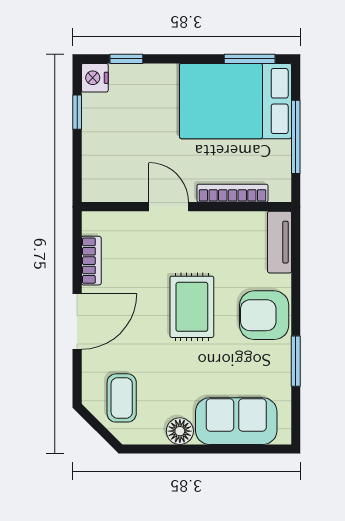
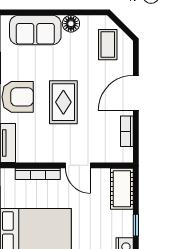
cot: (99, 170) -> (122, 189), added

